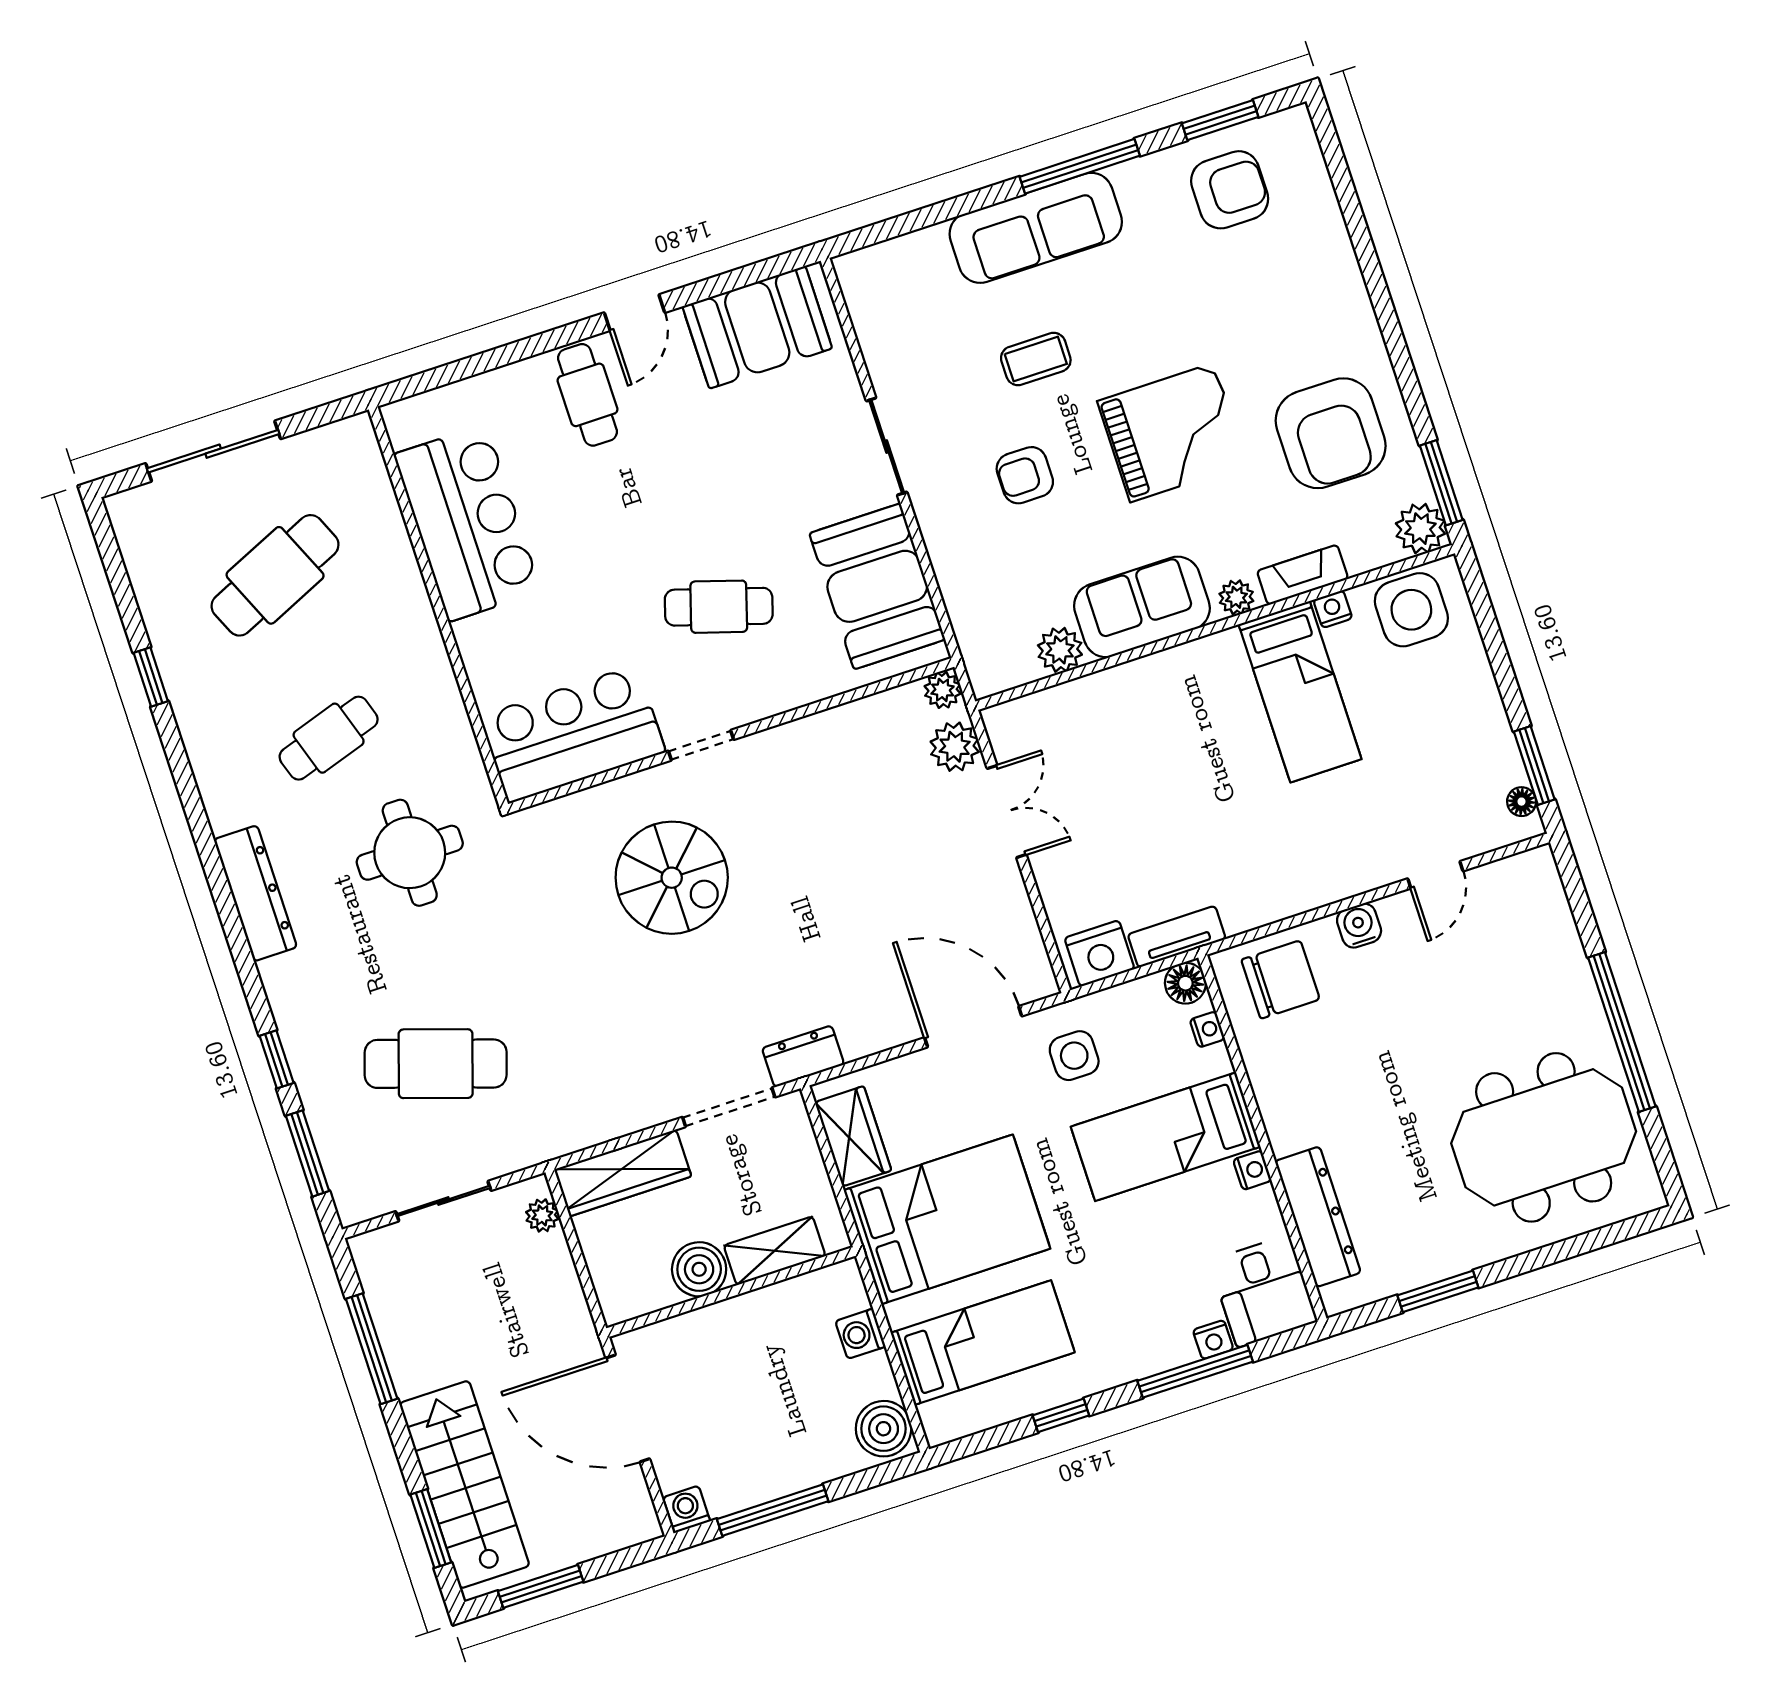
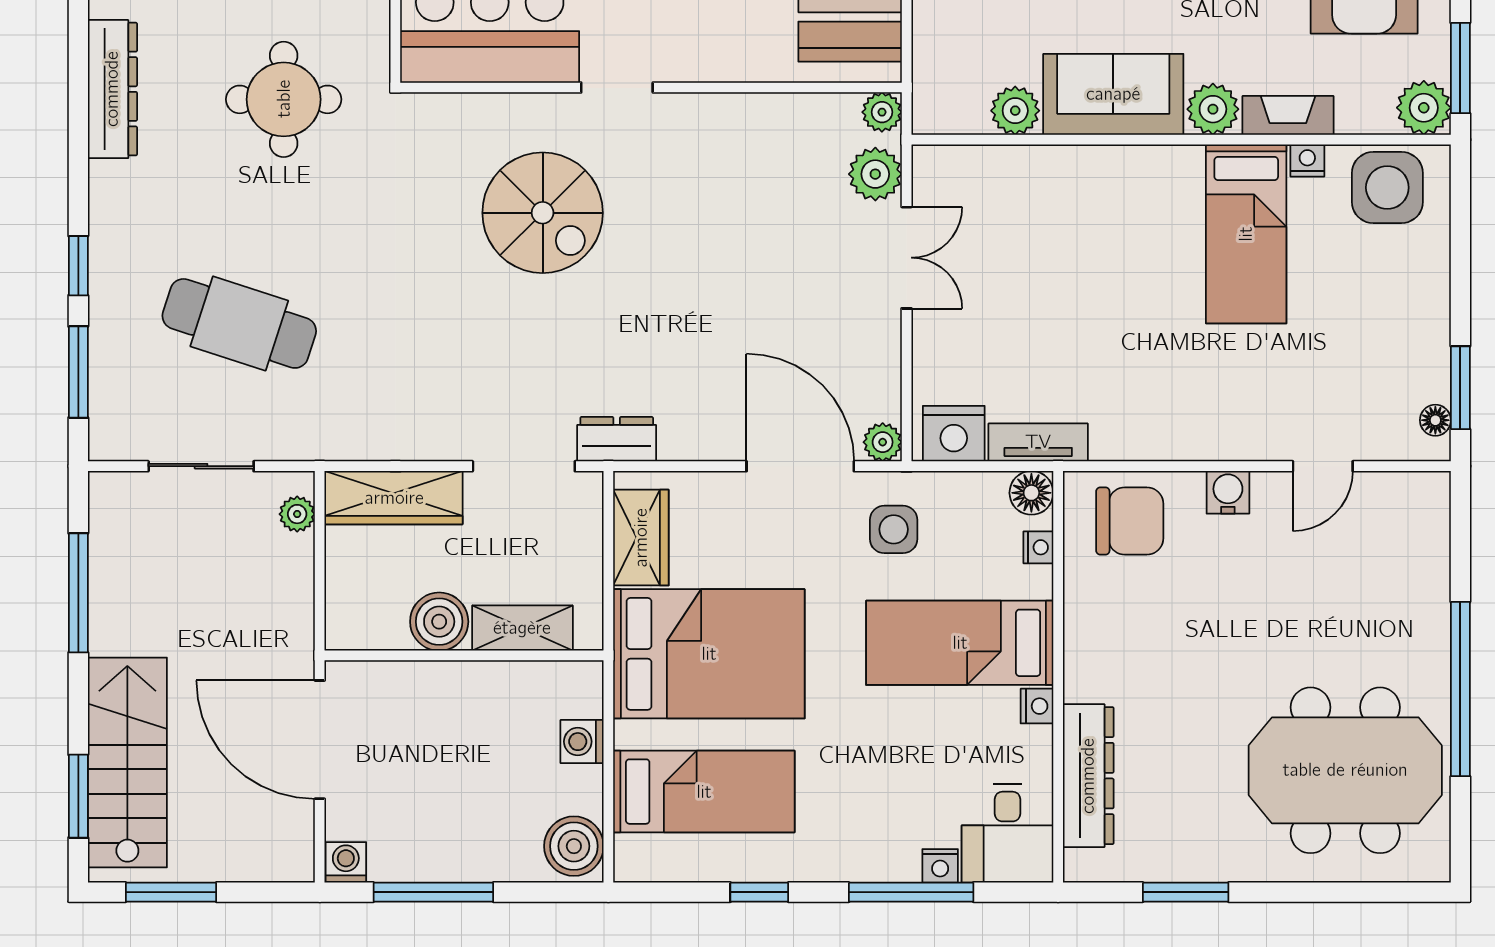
plant: (1236, 597) -> (1213, 109), width x1.38, depth x1.38
plant: (1039, 982) -> (883, 442), added

